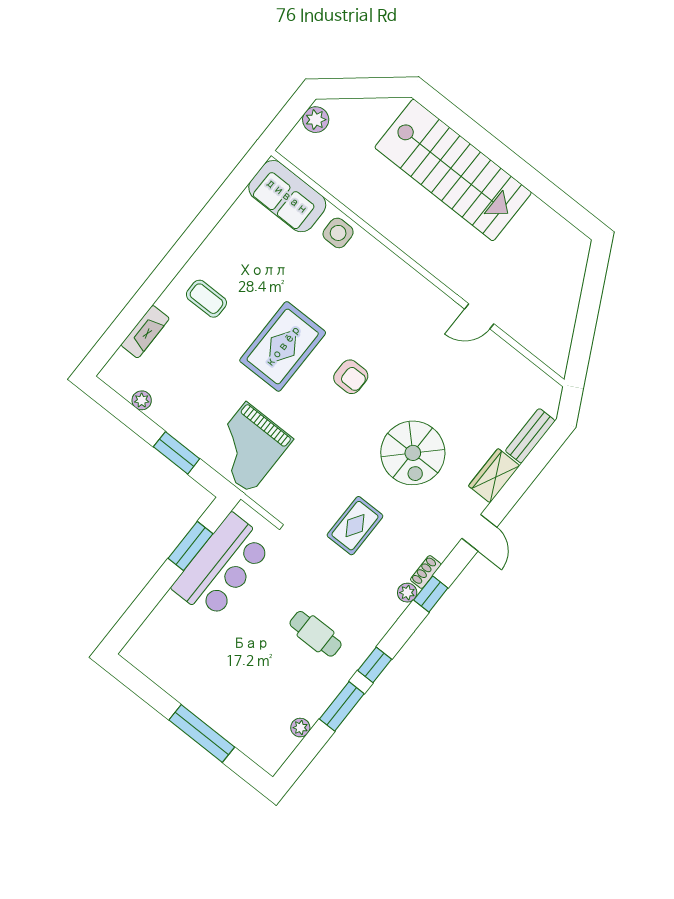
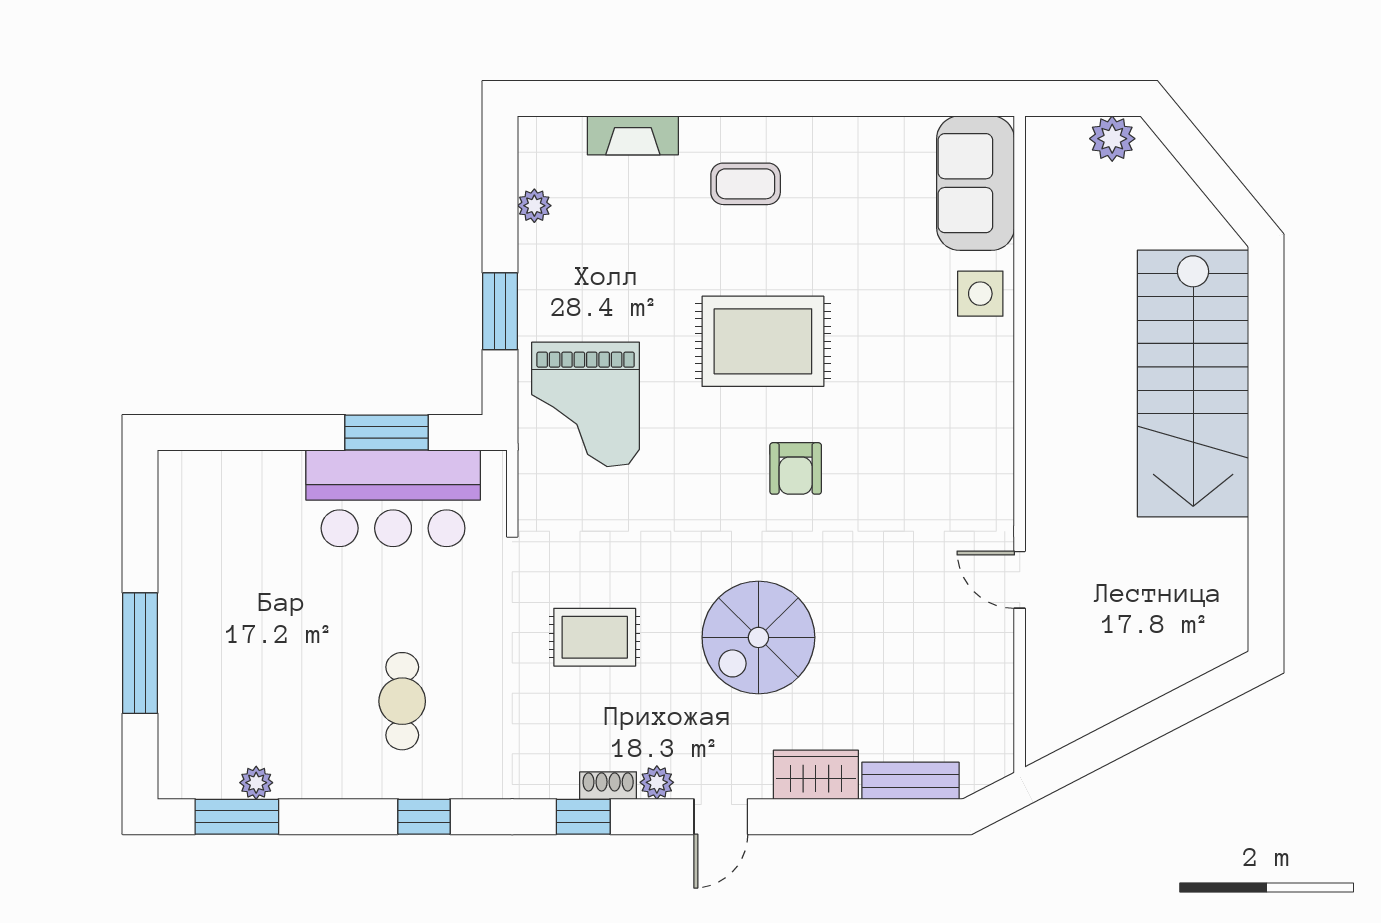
coffee table: (206, 299) -> (746, 184), turned 90
grand piano: (248, 448) -> (586, 404), turned -90
plant: (407, 593) -> (657, 782), moved
window: (342, 706) -> (237, 817), moved

